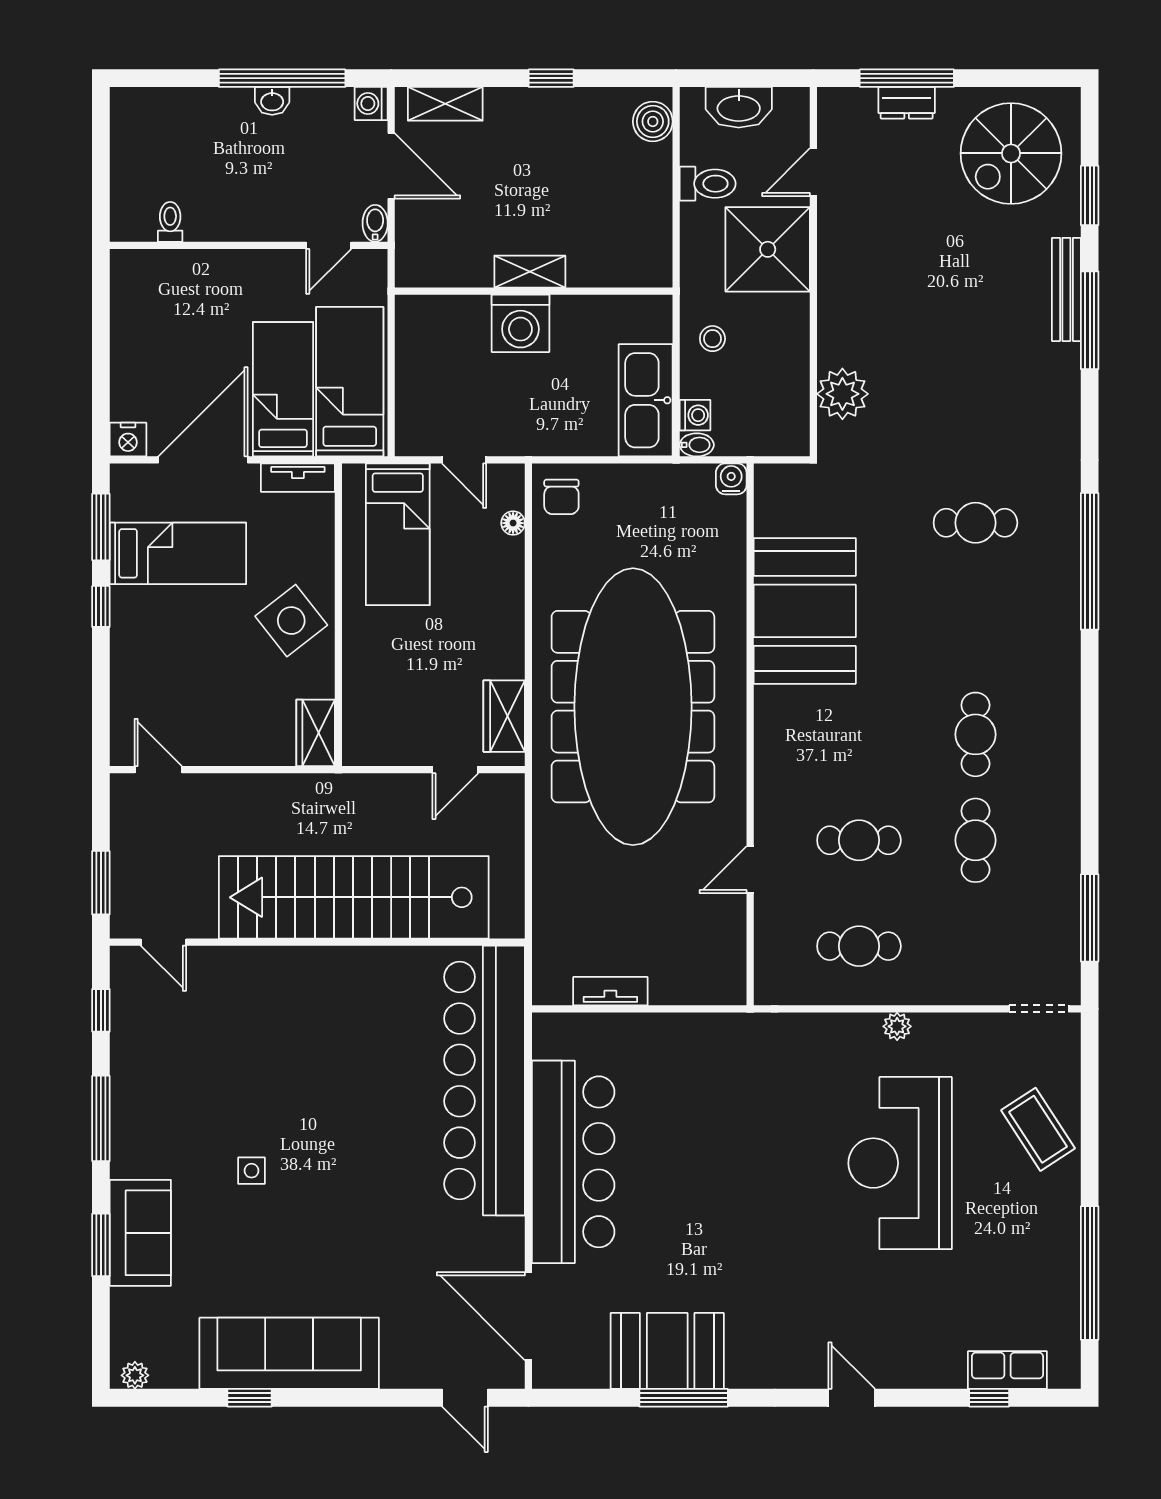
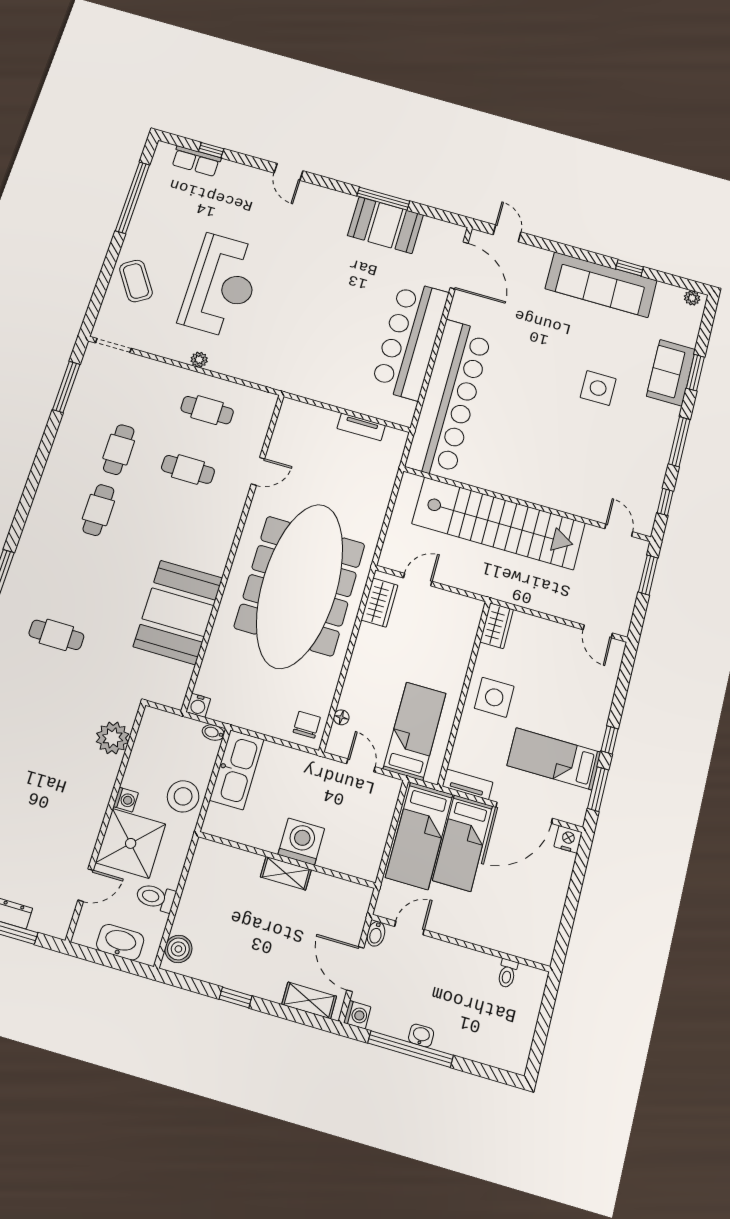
stool: (712, 339) -> (183, 796), width x1.89, depth x1.89
washing machine: (695, 415) -> (126, 800), moved, turned 180
side table: (291, 621) -> (494, 697), turned 38
side table: (252, 1171) -> (598, 388), width x1.87, depth x1.87

